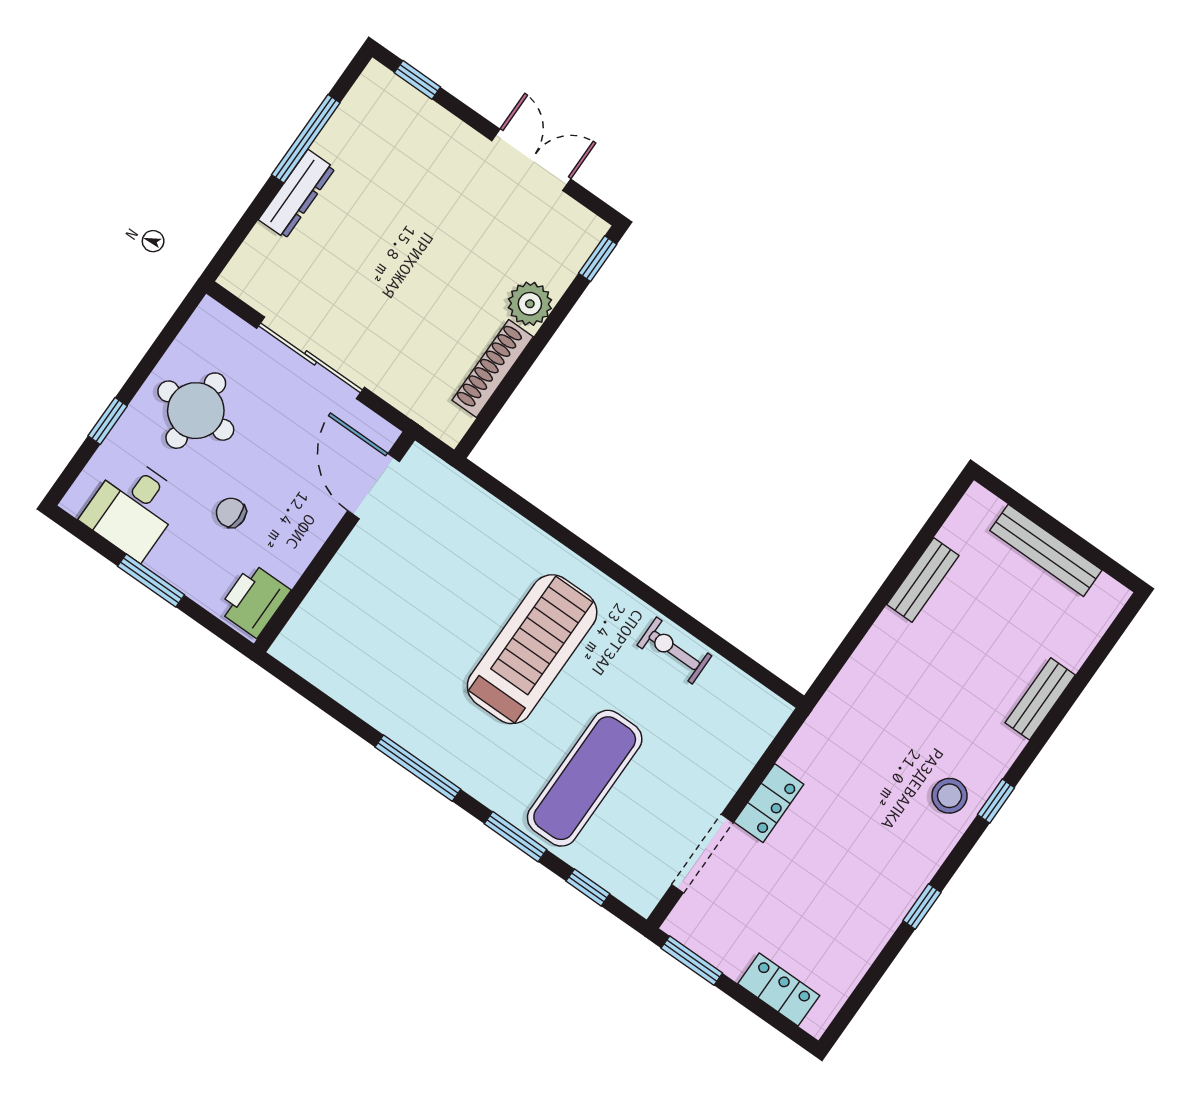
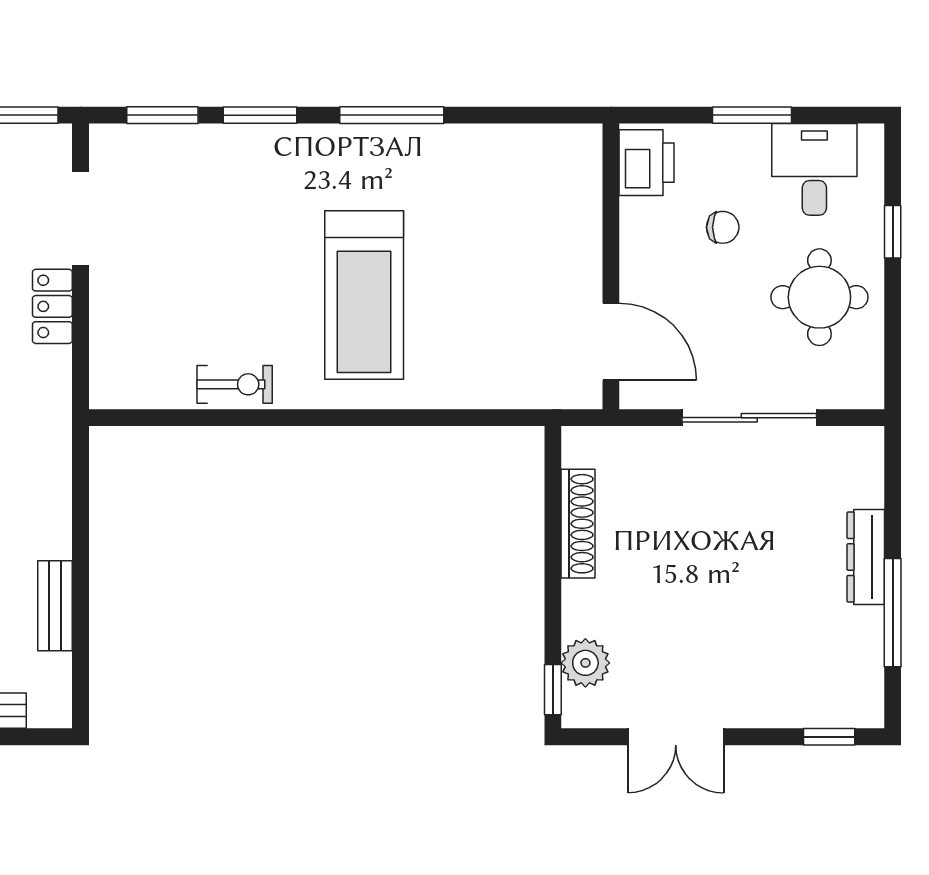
plant: (530, 304) -> (585, 663), moved
exercise mat: (585, 778) -> (235, 212), removed
window: (588, 887) -> (162, 115), width x1.50

